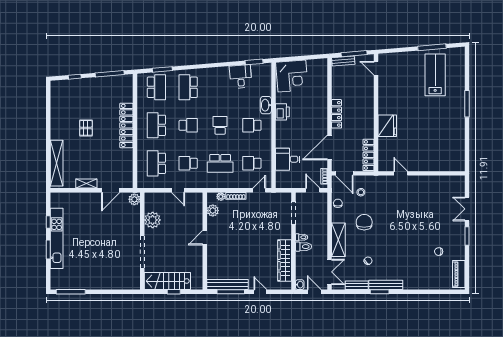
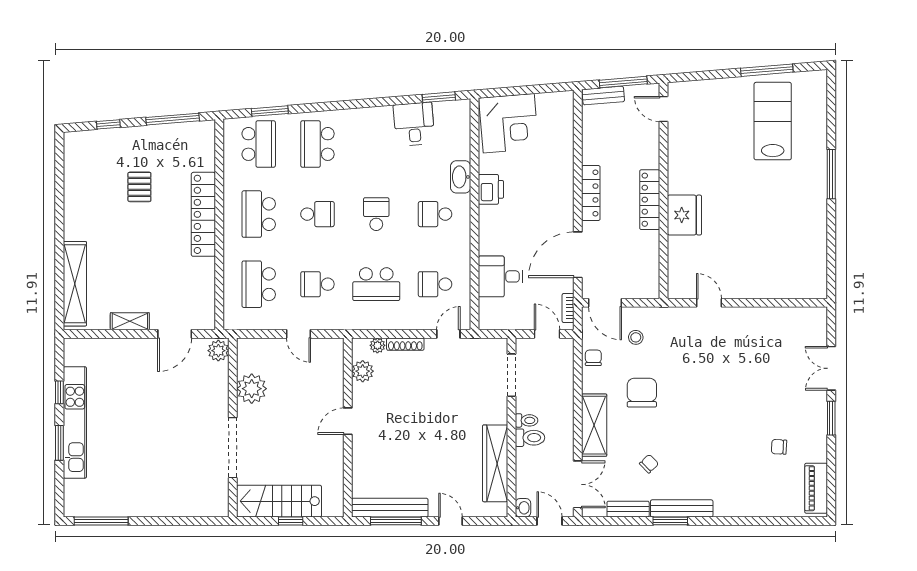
pallet: (86, 128) -> (139, 187), moved
locker: (368, 155) -> (650, 200), moved

